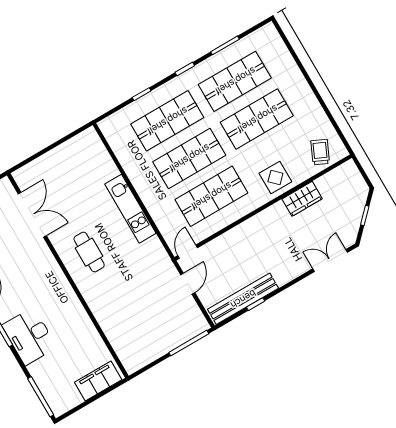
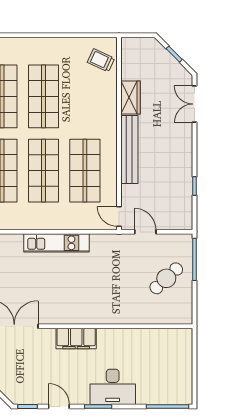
display table: (275, 178) -> (100, 109), removed
cafe table: (89, 252) -> (166, 278), moved, turned -43
bench: (243, 299) -> (129, 149), moved
filing cabinet: (98, 381) -> (76, 338), moved, turned -90

